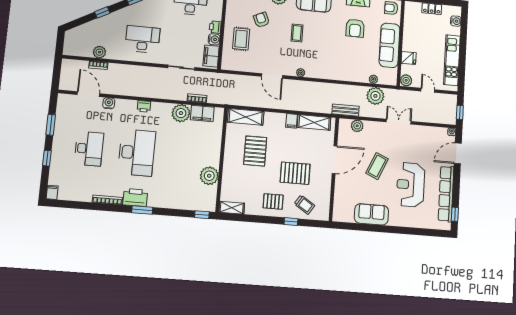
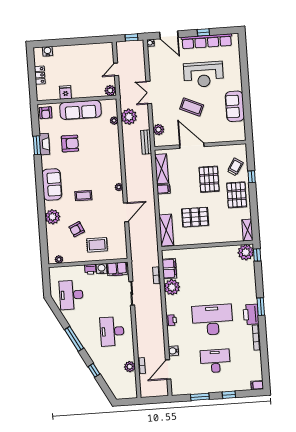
fridge: (409, 58) -> (65, 92), moved
kitchen unit: (452, 60) -> (85, 50), removed
plant: (209, 176) -> (246, 252), moved
pallet: (273, 201) -> (237, 195), width x1.50, depth x1.42
window: (455, 214) -> (203, 32), moved

